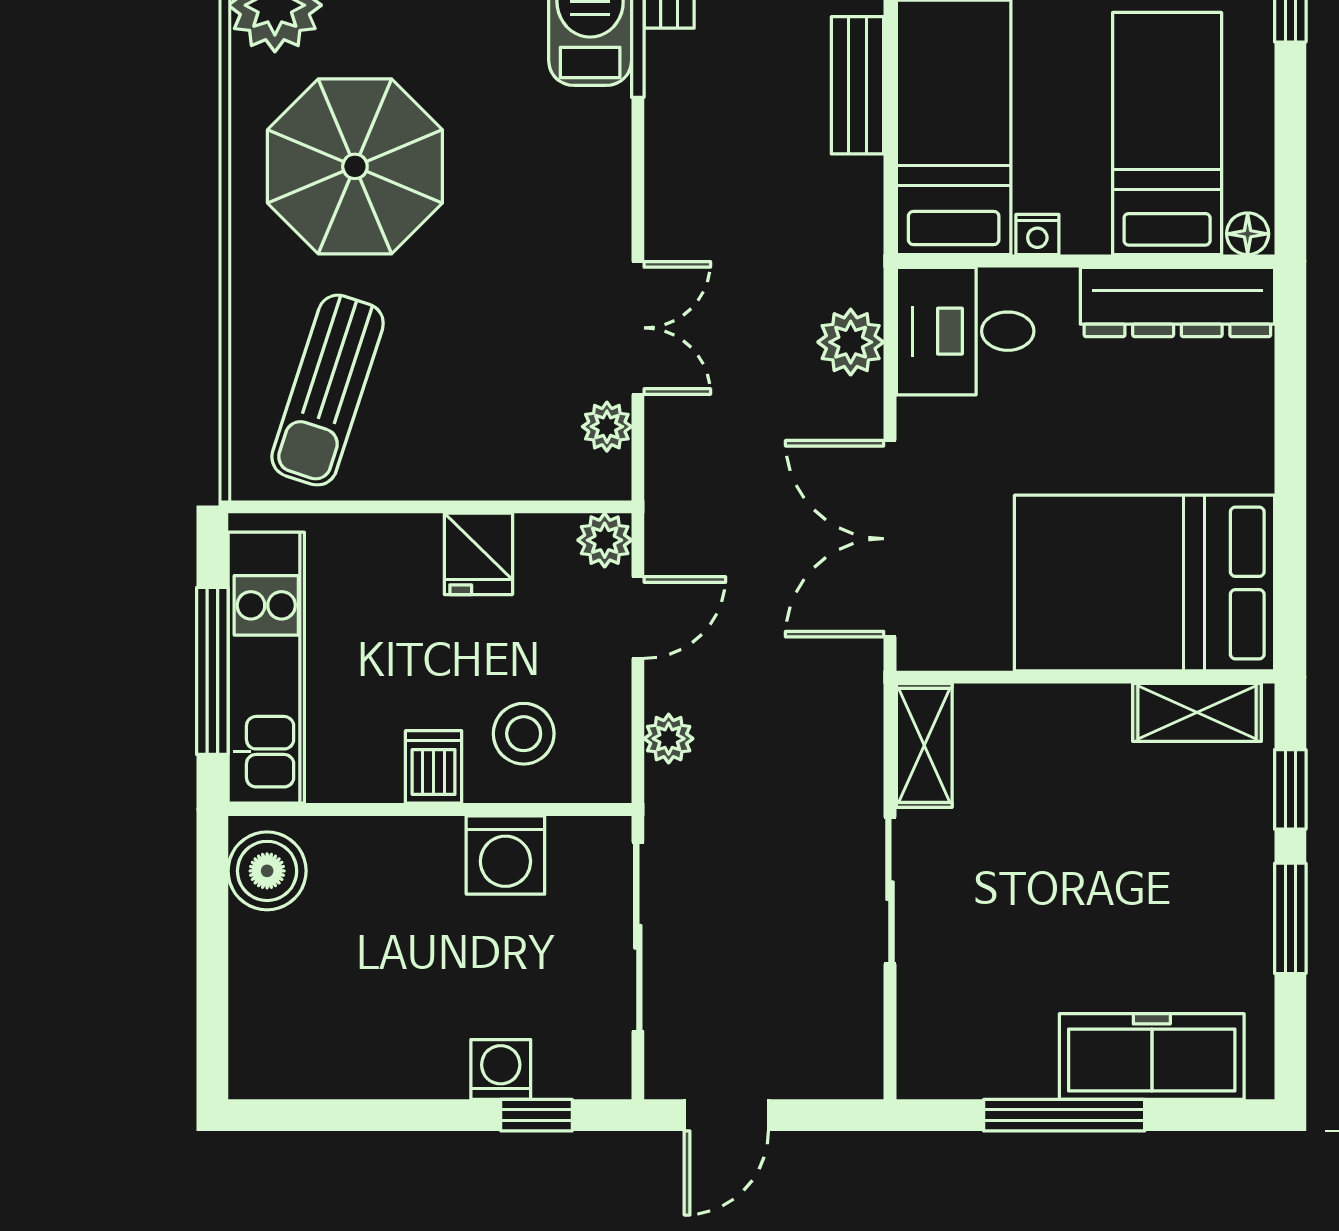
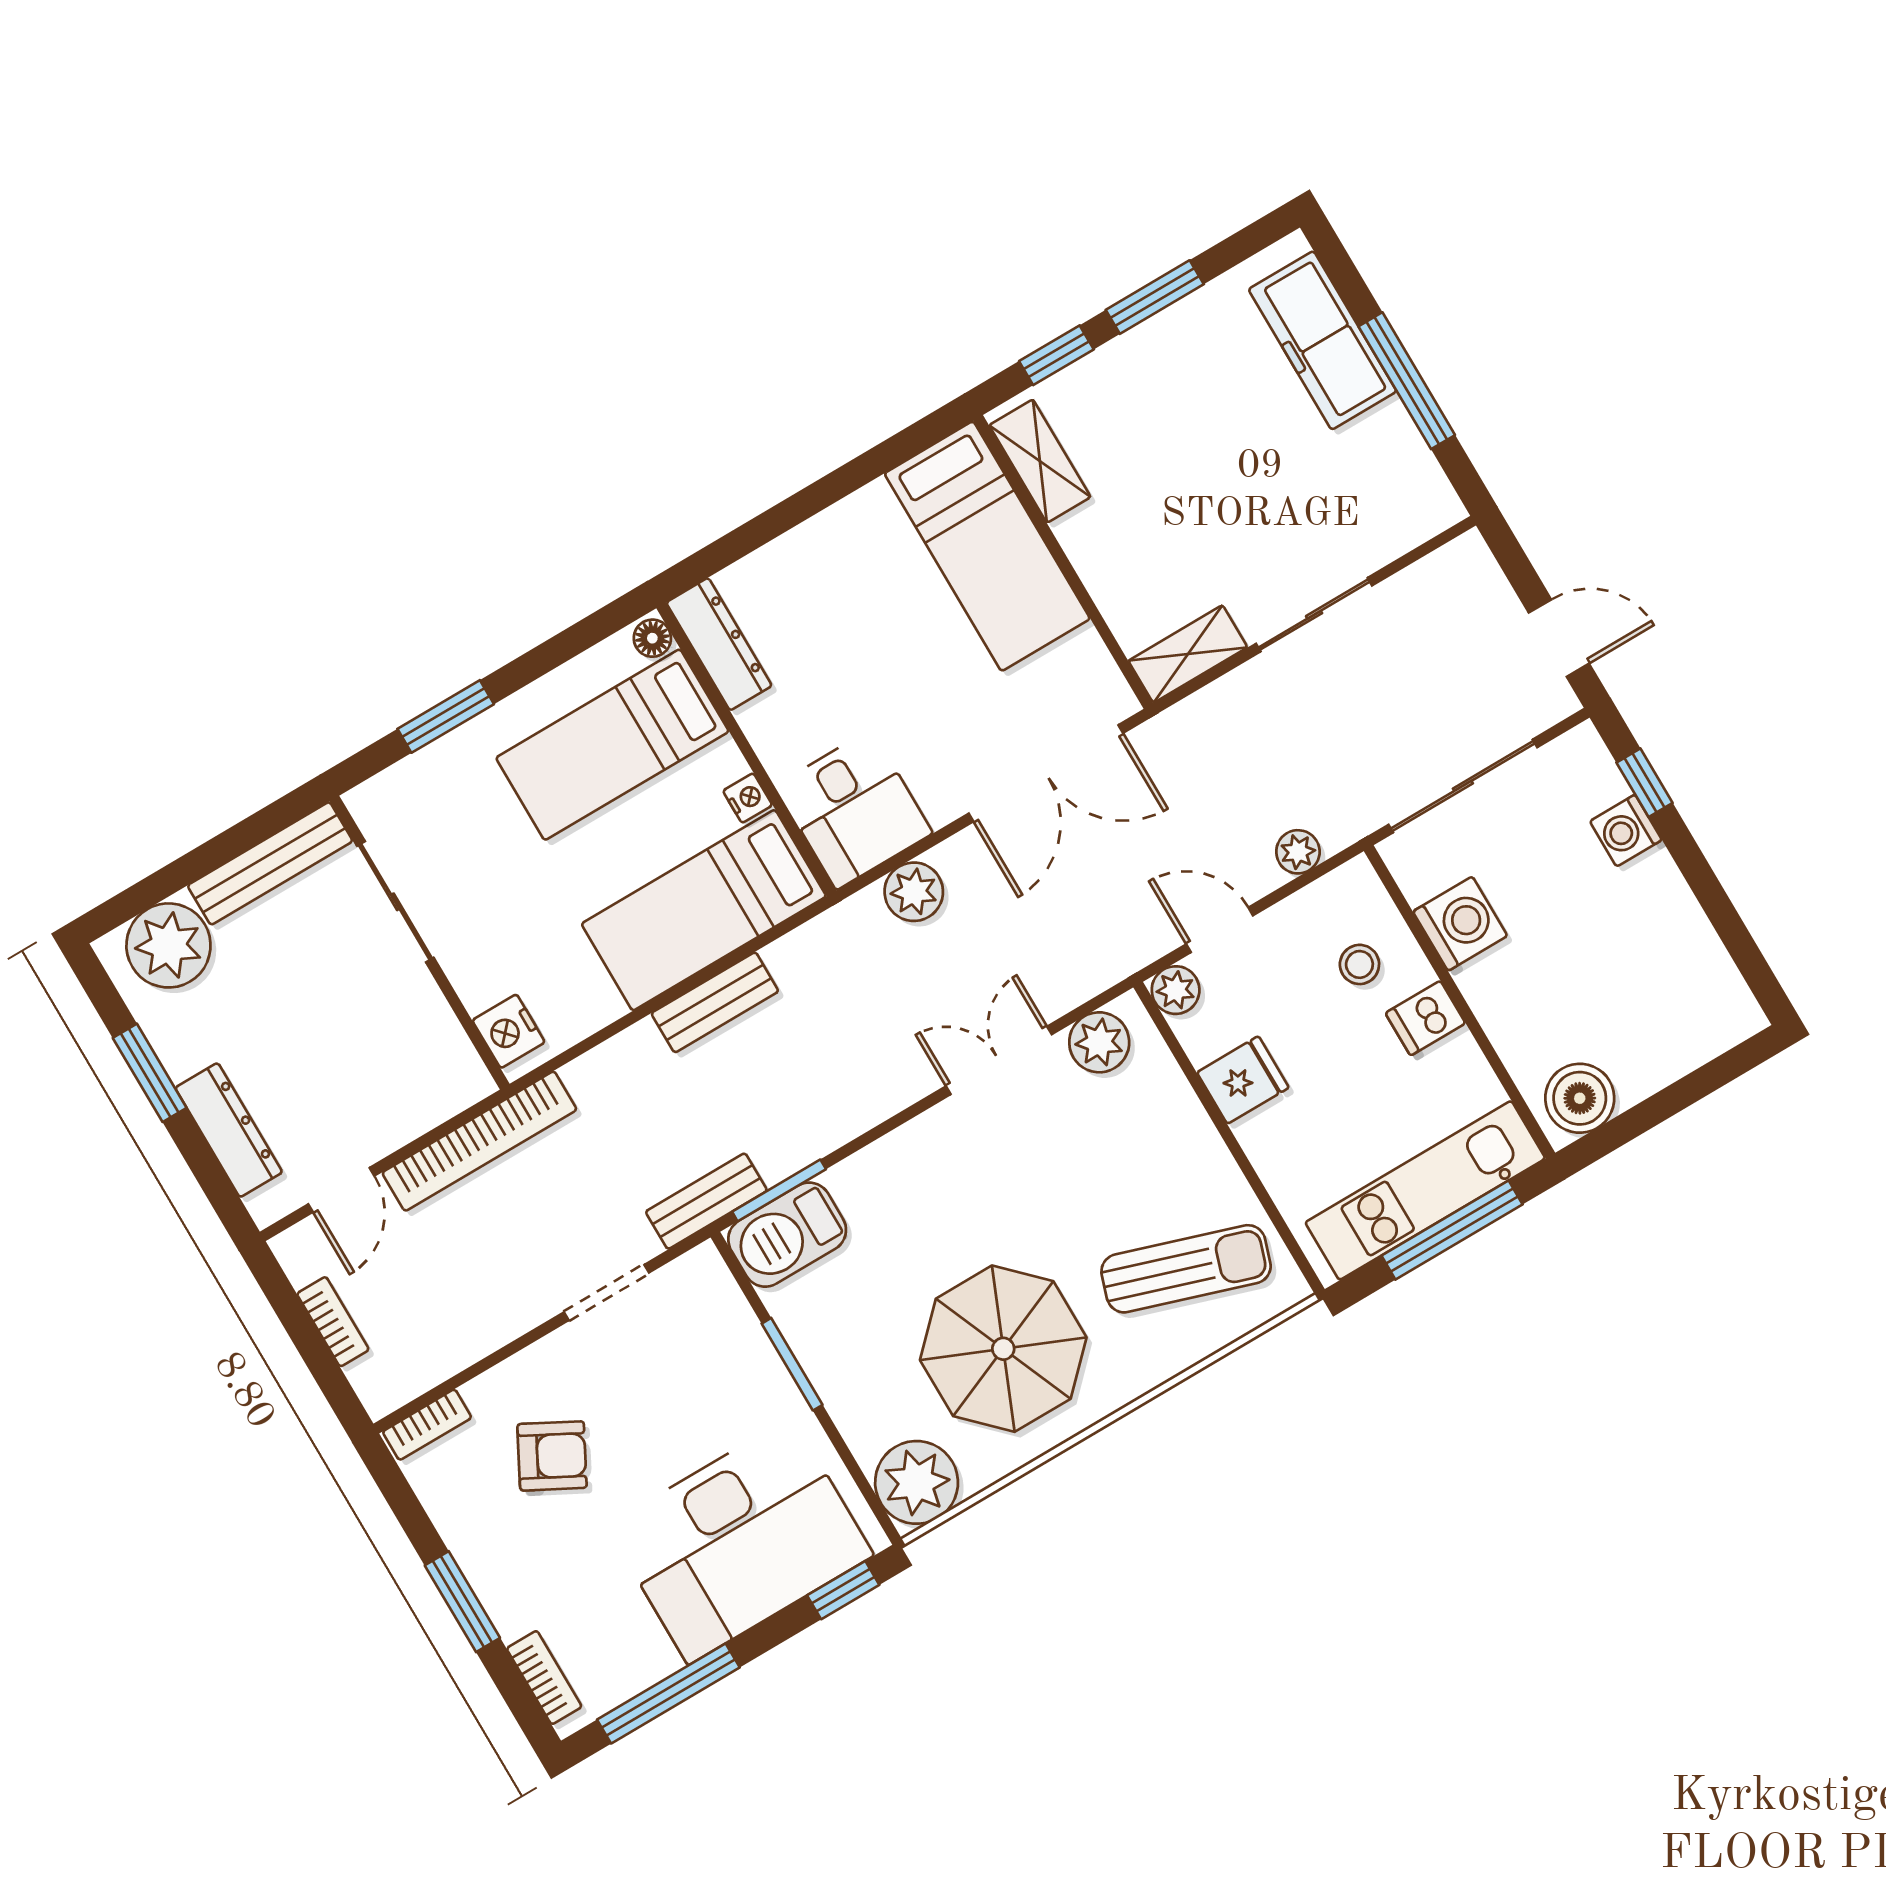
dresser: (1177, 302) -> (719, 644), width x0.73, depth x0.80
plant: (607, 427) -> (1099, 1042), width x1.38, depth x1.38
bed: (1144, 583) -> (987, 546), width x0.67
stool: (524, 734) -> (1359, 964), width x0.73, depth x0.73

